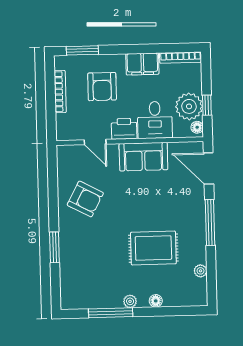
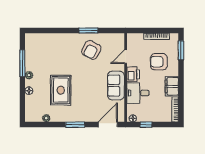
plant: (189, 106) -> (145, 114), removed
window: (210, 222) -> (75, 125), width x0.69
window: (54, 247) -> (88, 30), moved

